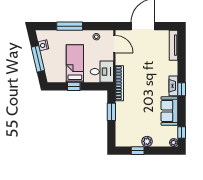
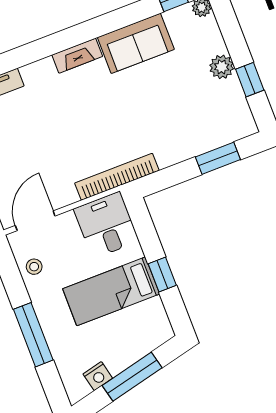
window: (182, 89) -> (78, 35), removed
window: (111, 112) -> (218, 158), moved

